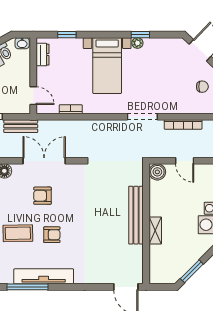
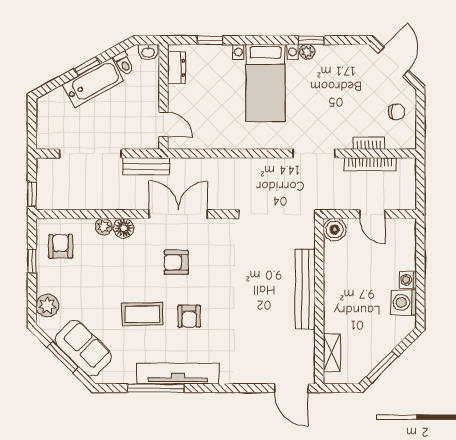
bookcase: (71, 109) -> (369, 143), moved
shelving: (155, 231) -> (332, 353), moved
armchair: (52, 235) -> (189, 316), turned 90

